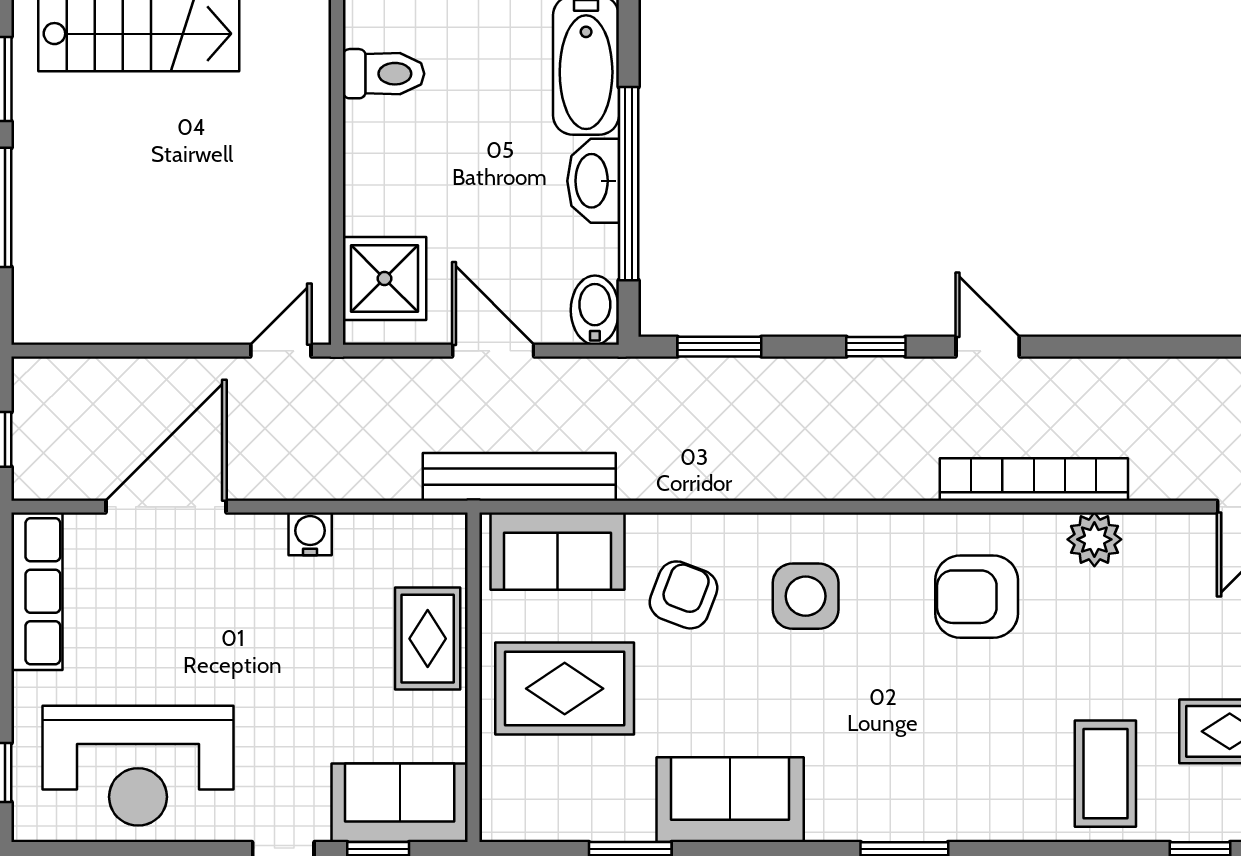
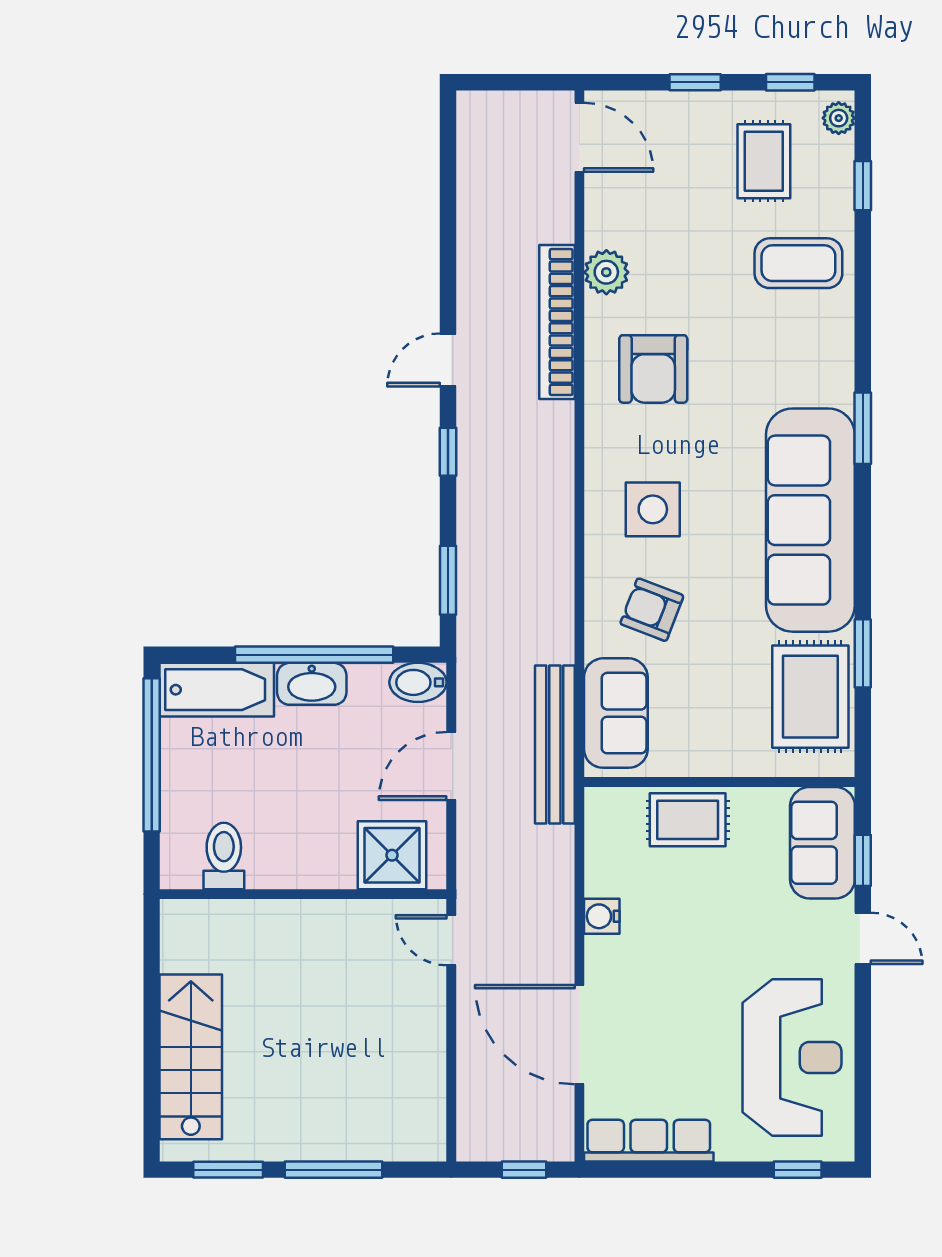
rug: (565, 689) -> (810, 697), moved
sofa: (730, 800) -> (810, 520), width x1.85, depth x1.27

